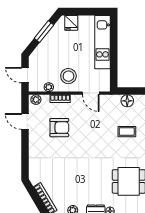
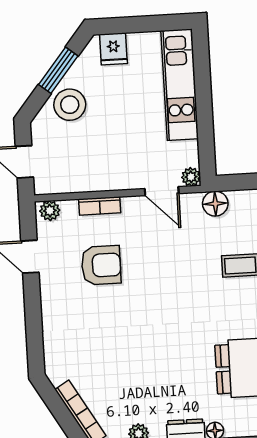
stool: (68, 76) -> (70, 105), moved
plant: (49, 87) -> (191, 177), moved
floor lamp: (127, 101) -> (215, 204), moved

